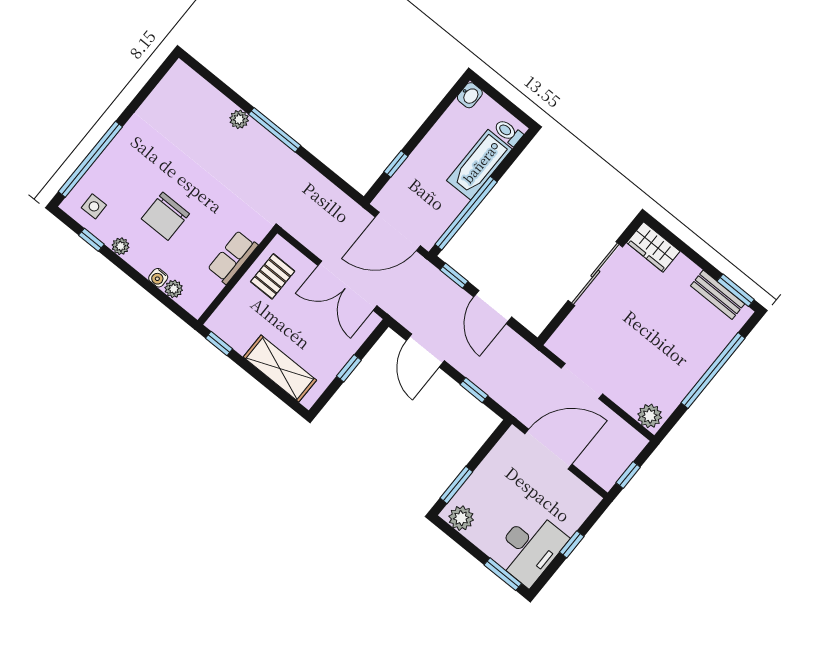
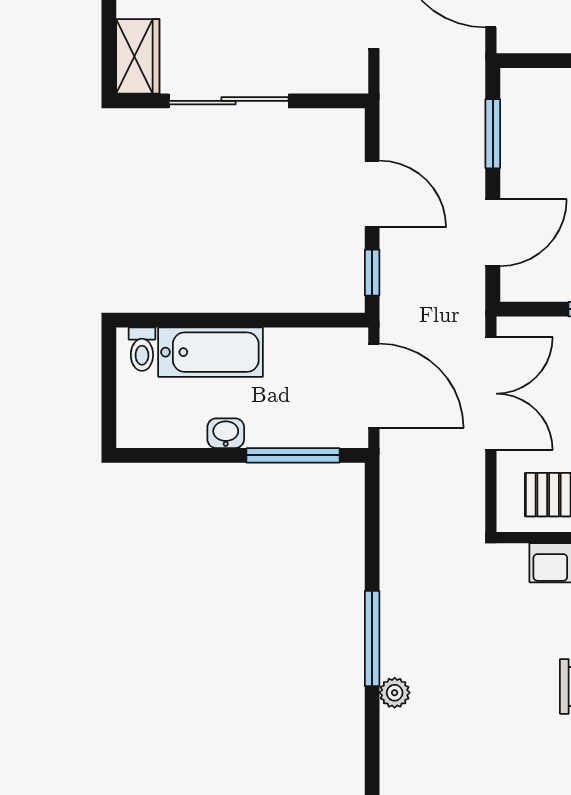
washbasin: (470, 95) -> (226, 433), moved
window: (396, 164) -> (293, 455), width x2.17
window: (466, 213) -> (283, 320), removed
door: (493, 307) -> (372, 194), hinge flipped
window: (474, 390) -> (493, 134), width x1.50

